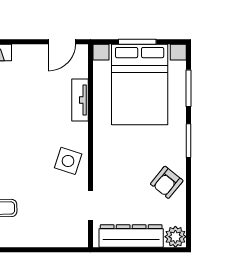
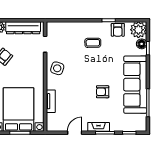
door: (62, 42) -> (75, 133), moved

